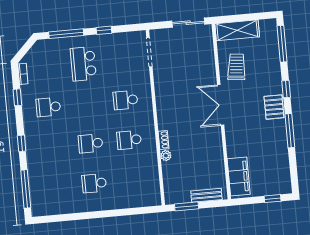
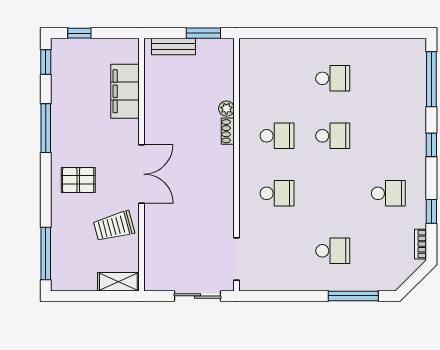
sliding door: (188, 23) -> (197, 296), moved
window: (104, 30) -> (299, 296), removed
shelving: (237, 30) -> (118, 282), width x0.67, depth x0.75
school desk: (83, 64) -> (333, 251), width x0.54
trolley: (236, 67) -> (114, 226), turned 69
window: (286, 89) -> (46, 62), moved
pallet: (274, 107) -> (78, 180), moved, turned 90
filing cabinet: (239, 177) -> (125, 91), moved

